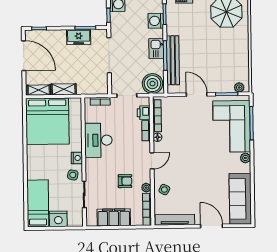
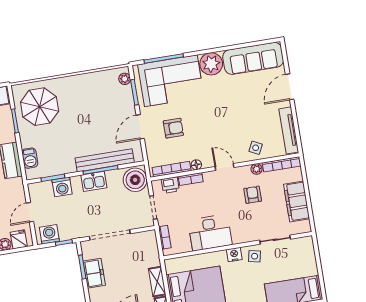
armchair: (191, 122) -> (173, 128), added
plant: (245, 158) -> (211, 64), width x1.88, depth x1.88
nightstand: (58, 219) -> (308, 265), removed

